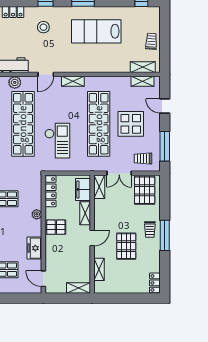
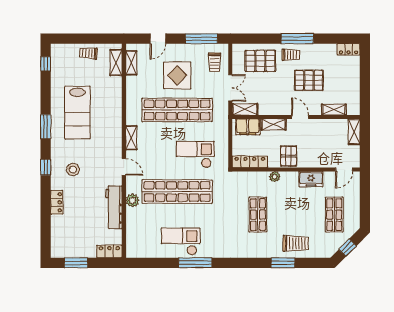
pallet: (145, 190) -> (260, 61), moved

